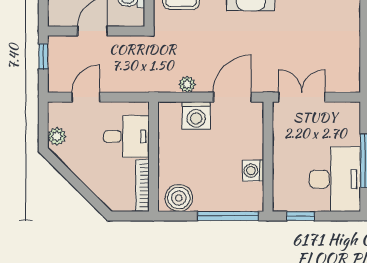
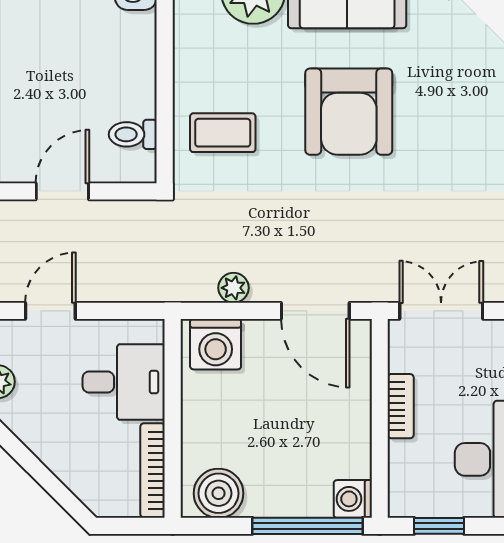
door: (232, 97) -> (315, 311), swing flipped
washing machine: (196, 116) -> (216, 344), moved
bookcase: (279, 150) -> (401, 406), added
washing machine: (253, 171) -> (353, 499), moved

